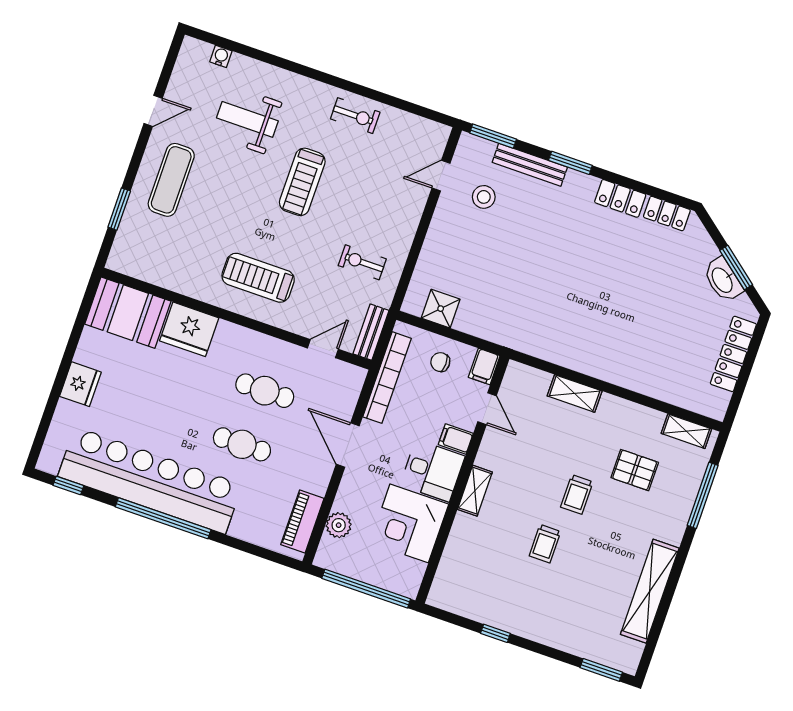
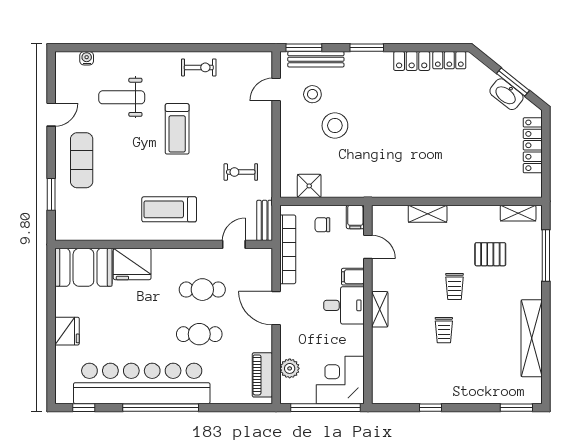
bench: (530, 165) -> (316, 59), moved
stool: (498, 245) -> (335, 126), added
corner desk: (409, 523) -> (340, 380), moved, turned 90

